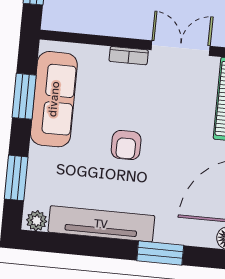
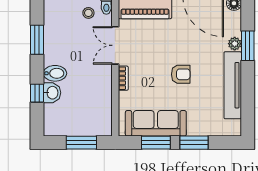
window: (16, 178) -> (194, 143), moved
plant: (37, 221) -> (235, 44), moved

